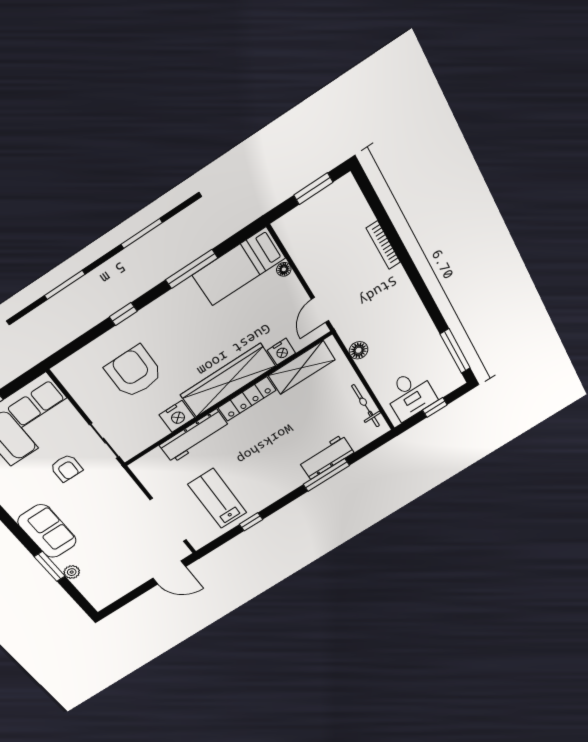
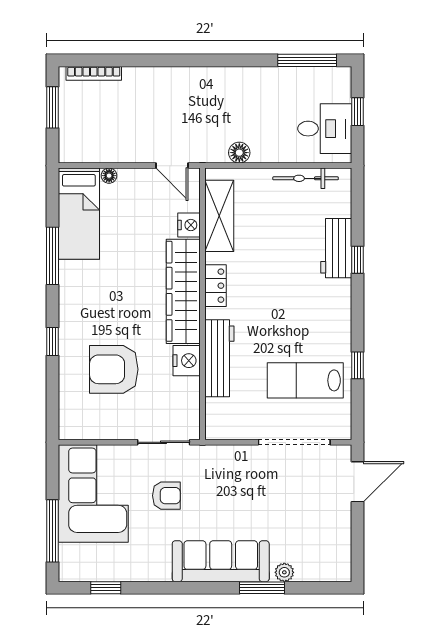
bookcase: (383, 245) -> (94, 73), moved
locker: (247, 399) -> (216, 286), width x0.66
window: (326, 475) -> (357, 260), width x0.46
sofa: (47, 531) -> (221, 561), width x1.36

